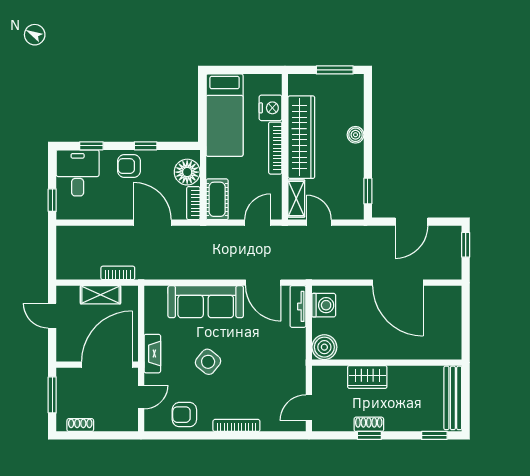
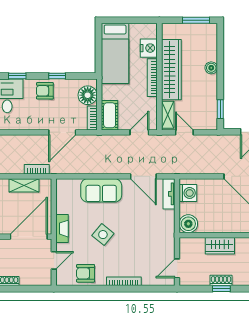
door: (153, 223) -> (62, 132), swing flipped
sofa: (206, 302) -> (101, 190), width x0.73

